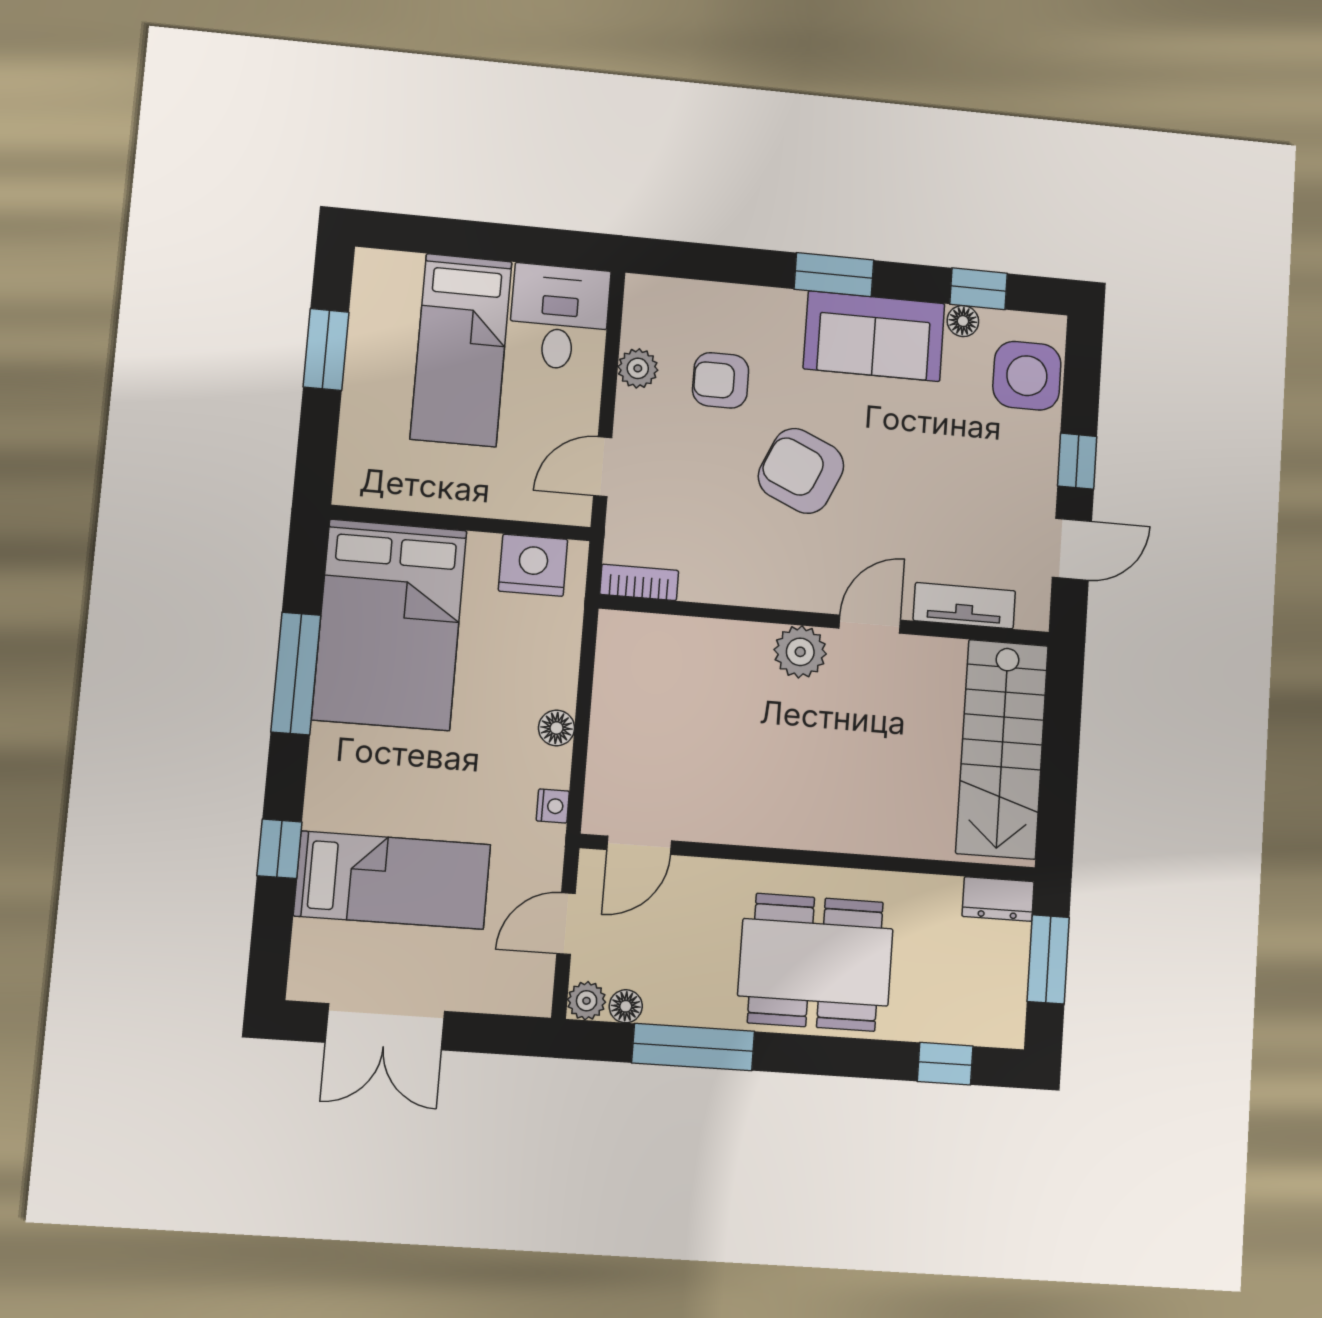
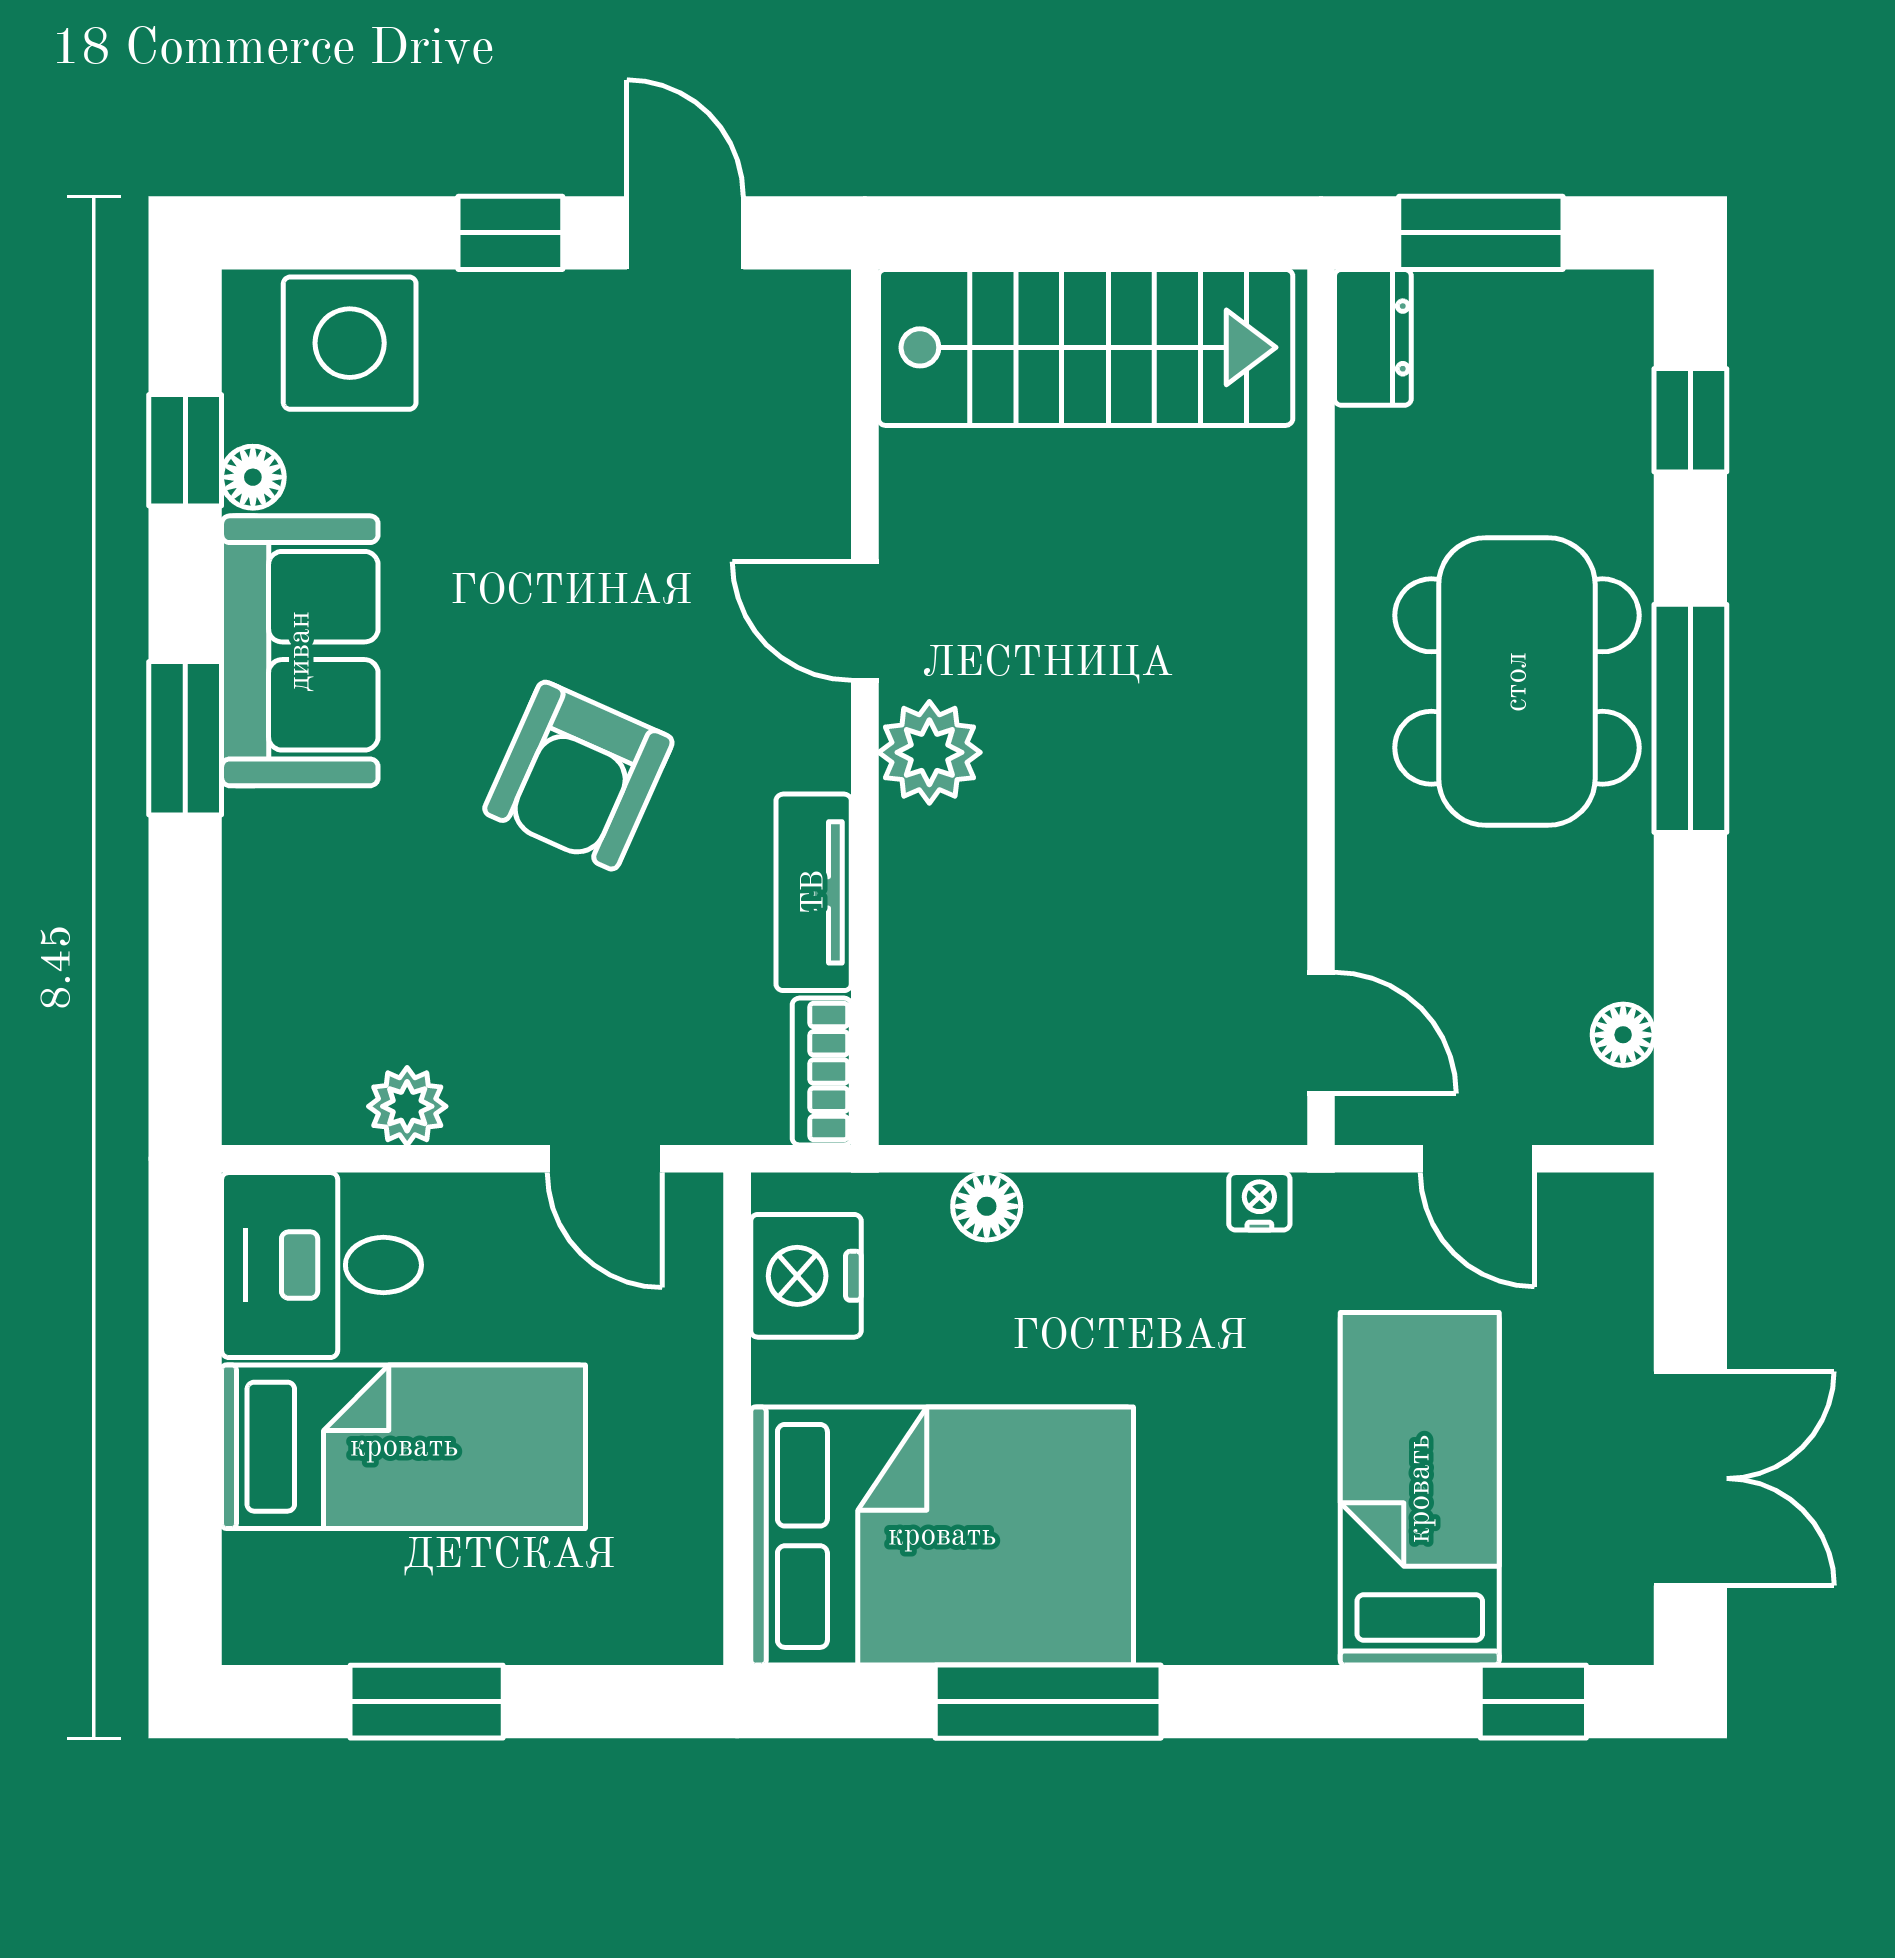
armchair: (721, 380) -> (416, 944), removed
tv unit: (964, 606) -> (814, 892), moved
floor lamp: (557, 728) -> (987, 1206), moved
window: (279, 849) -> (1533, 1702), moved
plant: (587, 1001) -> (1618, 1109), removed
window: (693, 1047) -> (1690, 718), moved

